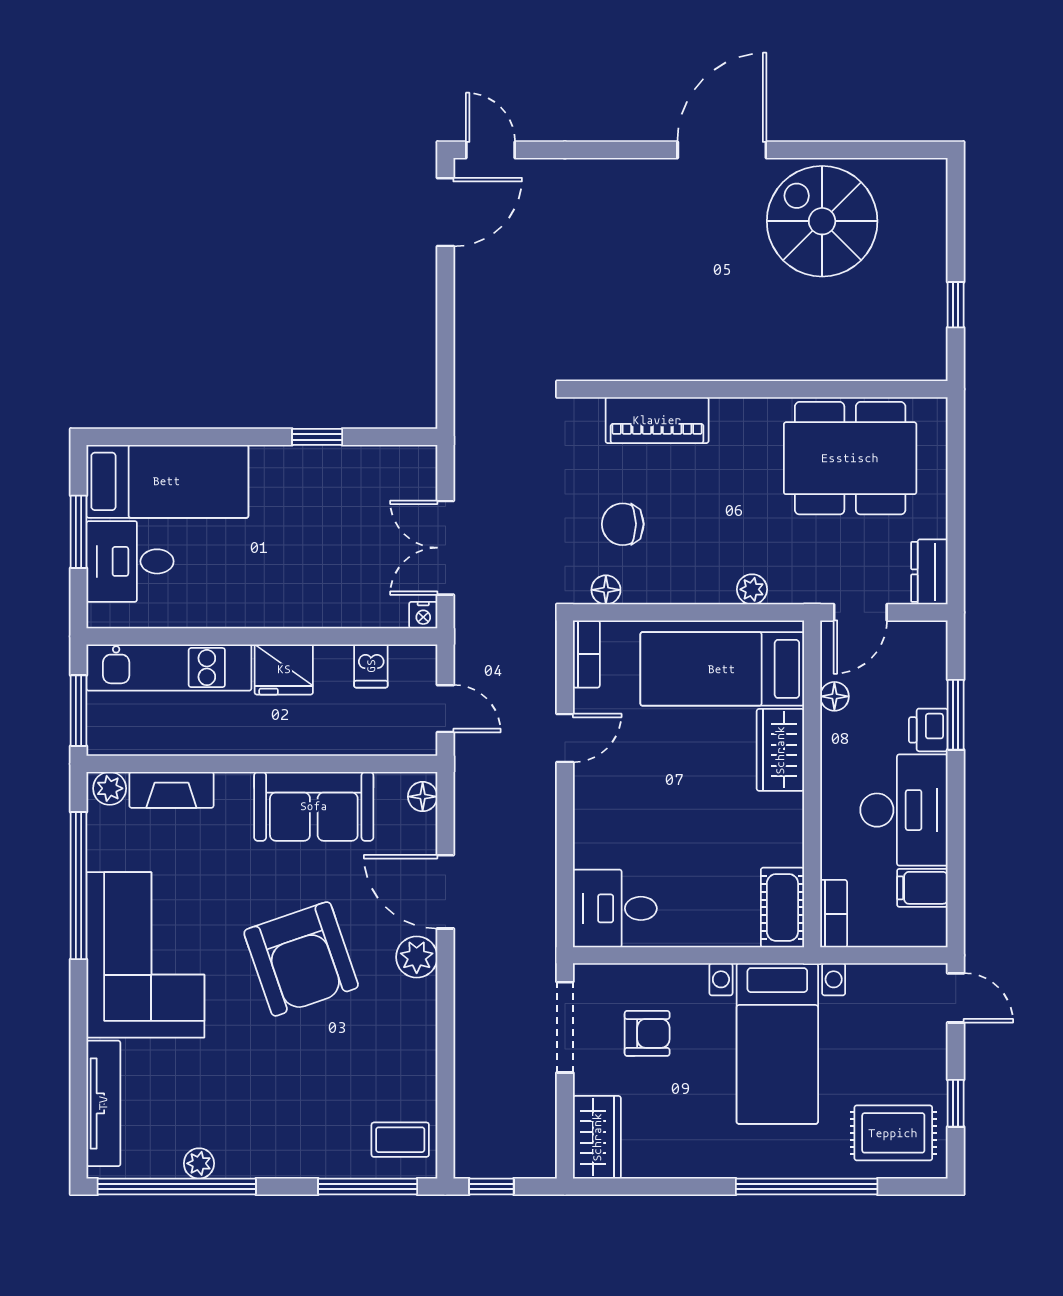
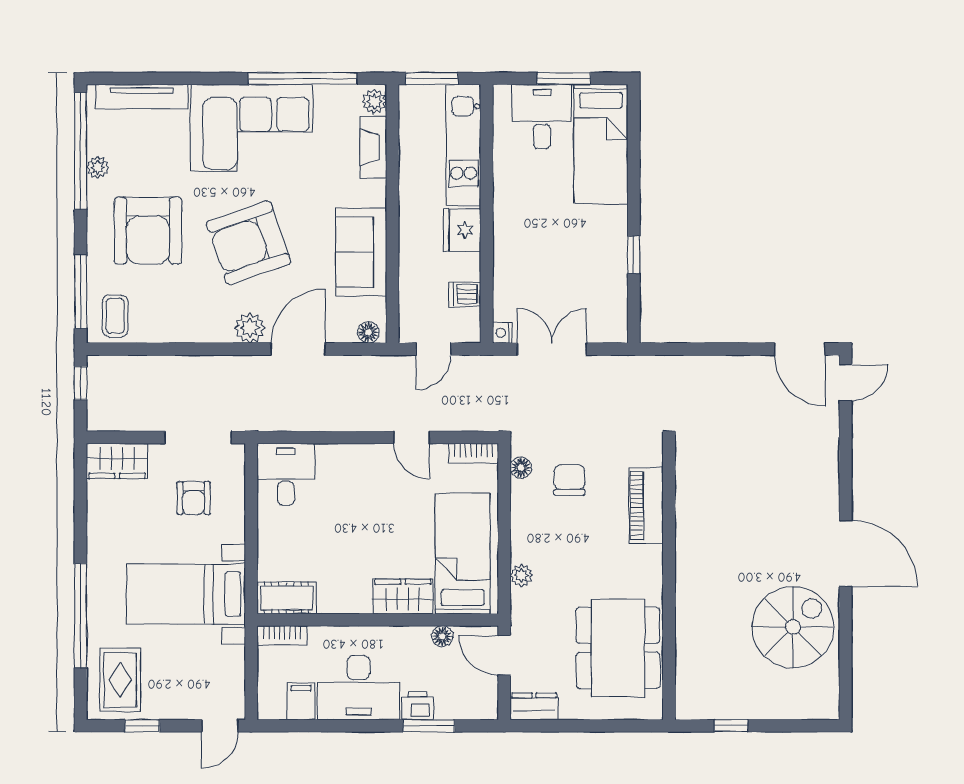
armchair: (285, 1095) -> (148, 231), added

